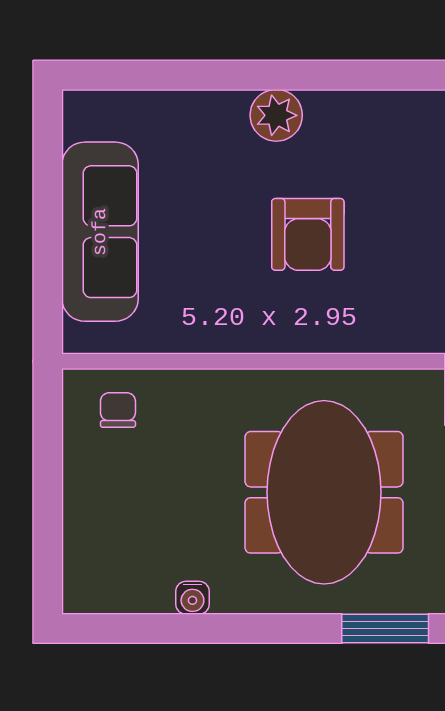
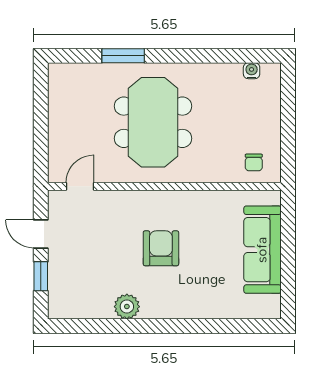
plant: (276, 115) -> (127, 307), moved
water cooler: (192, 598) -> (252, 71), moved

